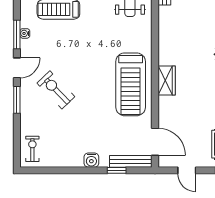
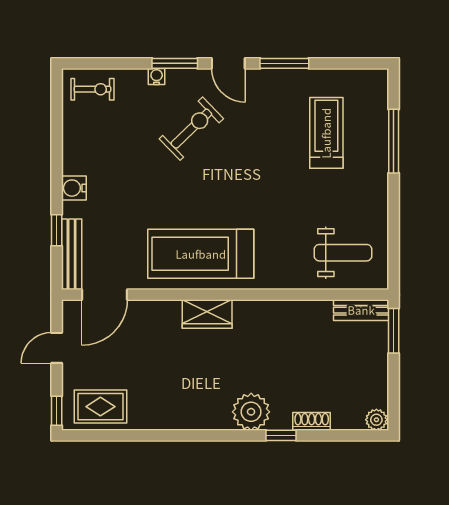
water cooler: (25, 33) -> (157, 76), moved

